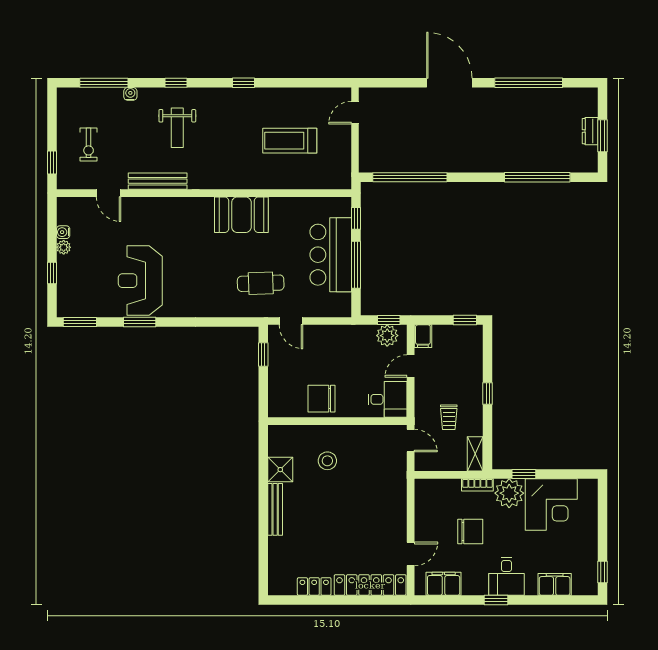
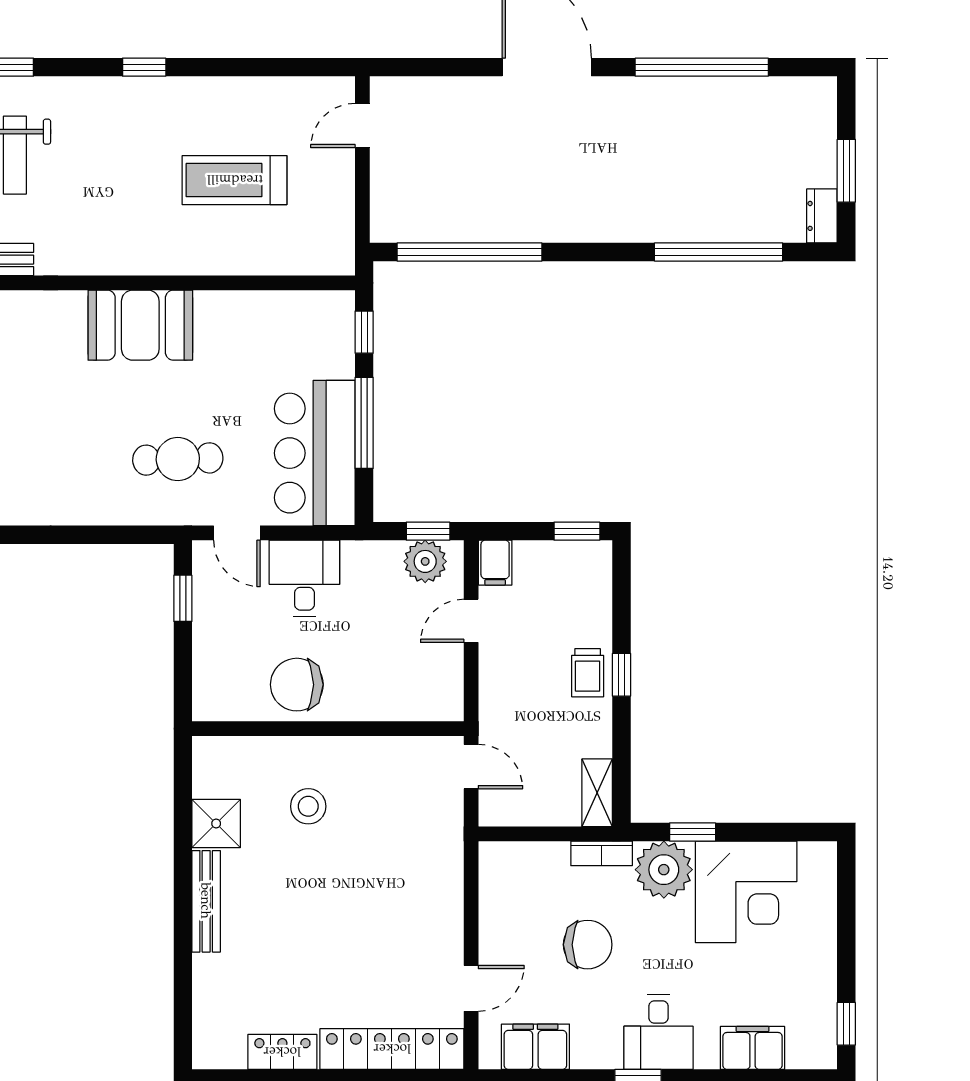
dresser: (590, 131) -> (822, 216), moved
bar counter: (331, 255) -> (315, 453), moved
desk: (387, 399) -> (304, 578), moved, turned -90
trolley: (449, 417) -> (588, 673), moved

